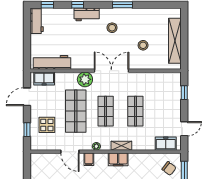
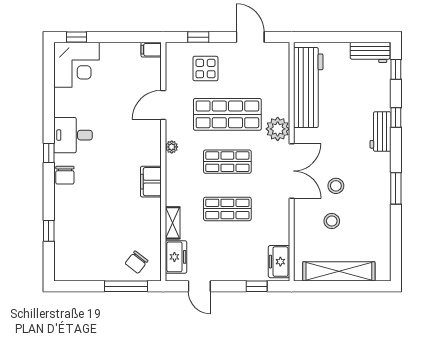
stool: (112, 28) -> (336, 186), moved
workbench: (52, 62) -> (308, 88), width x1.36, depth x1.32
freezer: (44, 79) -> (279, 262), moved
shelving: (121, 146) -> (173, 223), moved
filing cabinet: (89, 159) -> (151, 50), moved

